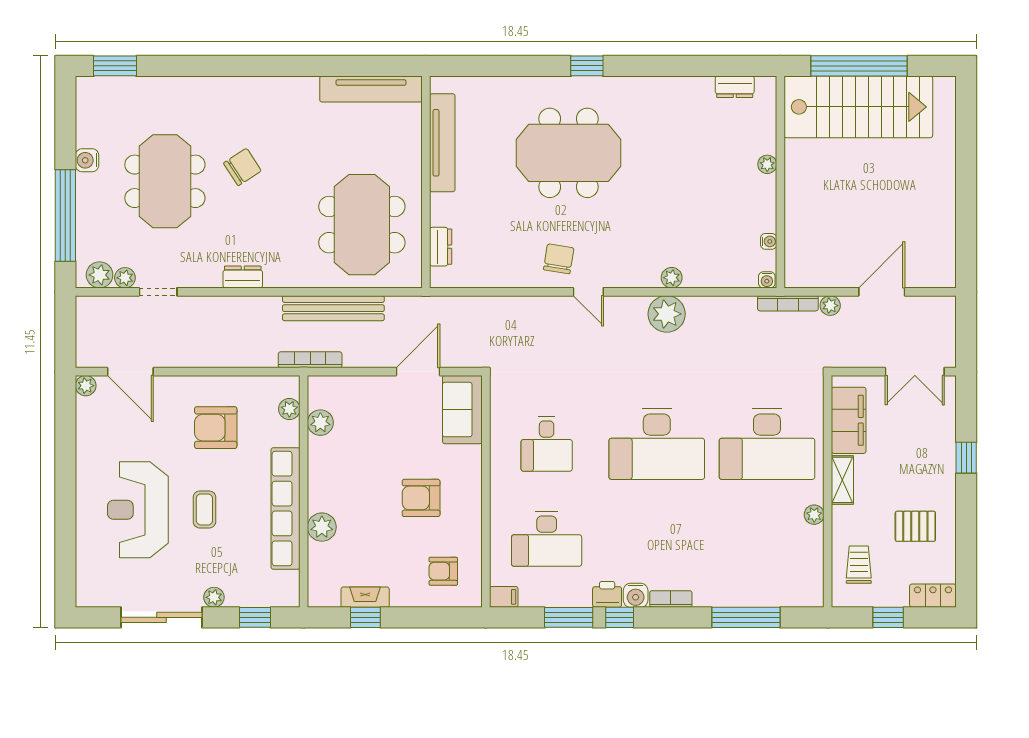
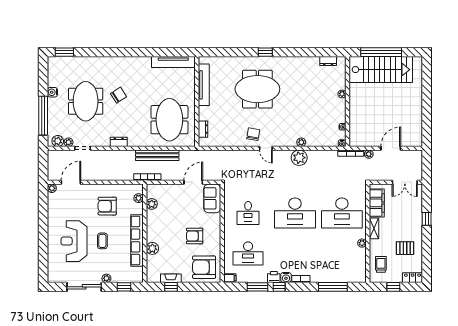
door: (130, 372) -> (71, 182), swing flipped
armchair: (443, 571) -> (204, 267), width x1.88, depth x1.88

